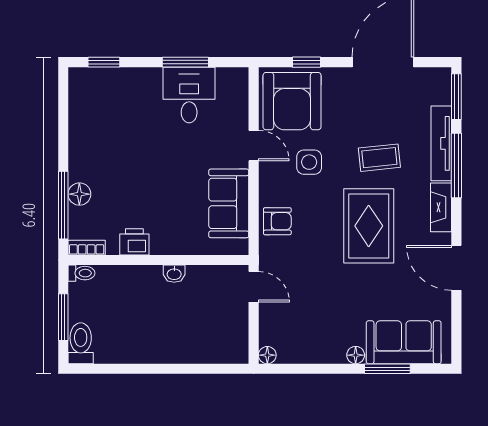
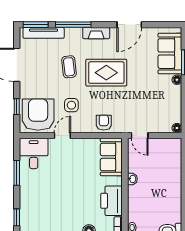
desk: (189, 95) -> (34, 153), moved, turned 90
armchair: (292, 101) -> (38, 115), turned -90
tv unit: (441, 143) -> (44, 33), moved
sofa: (229, 203) -> (111, 157), moved, turned 90
printer: (134, 242) -> (112, 201), width x1.87, depth x1.48
door: (254, 287) -> (140, 136), swing flipped

